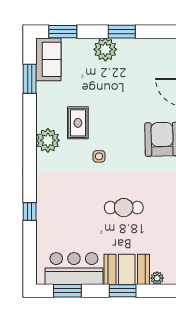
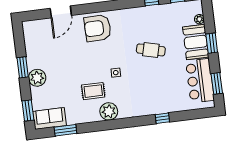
cafe table: (124, 208) -> (151, 50), turned -76

